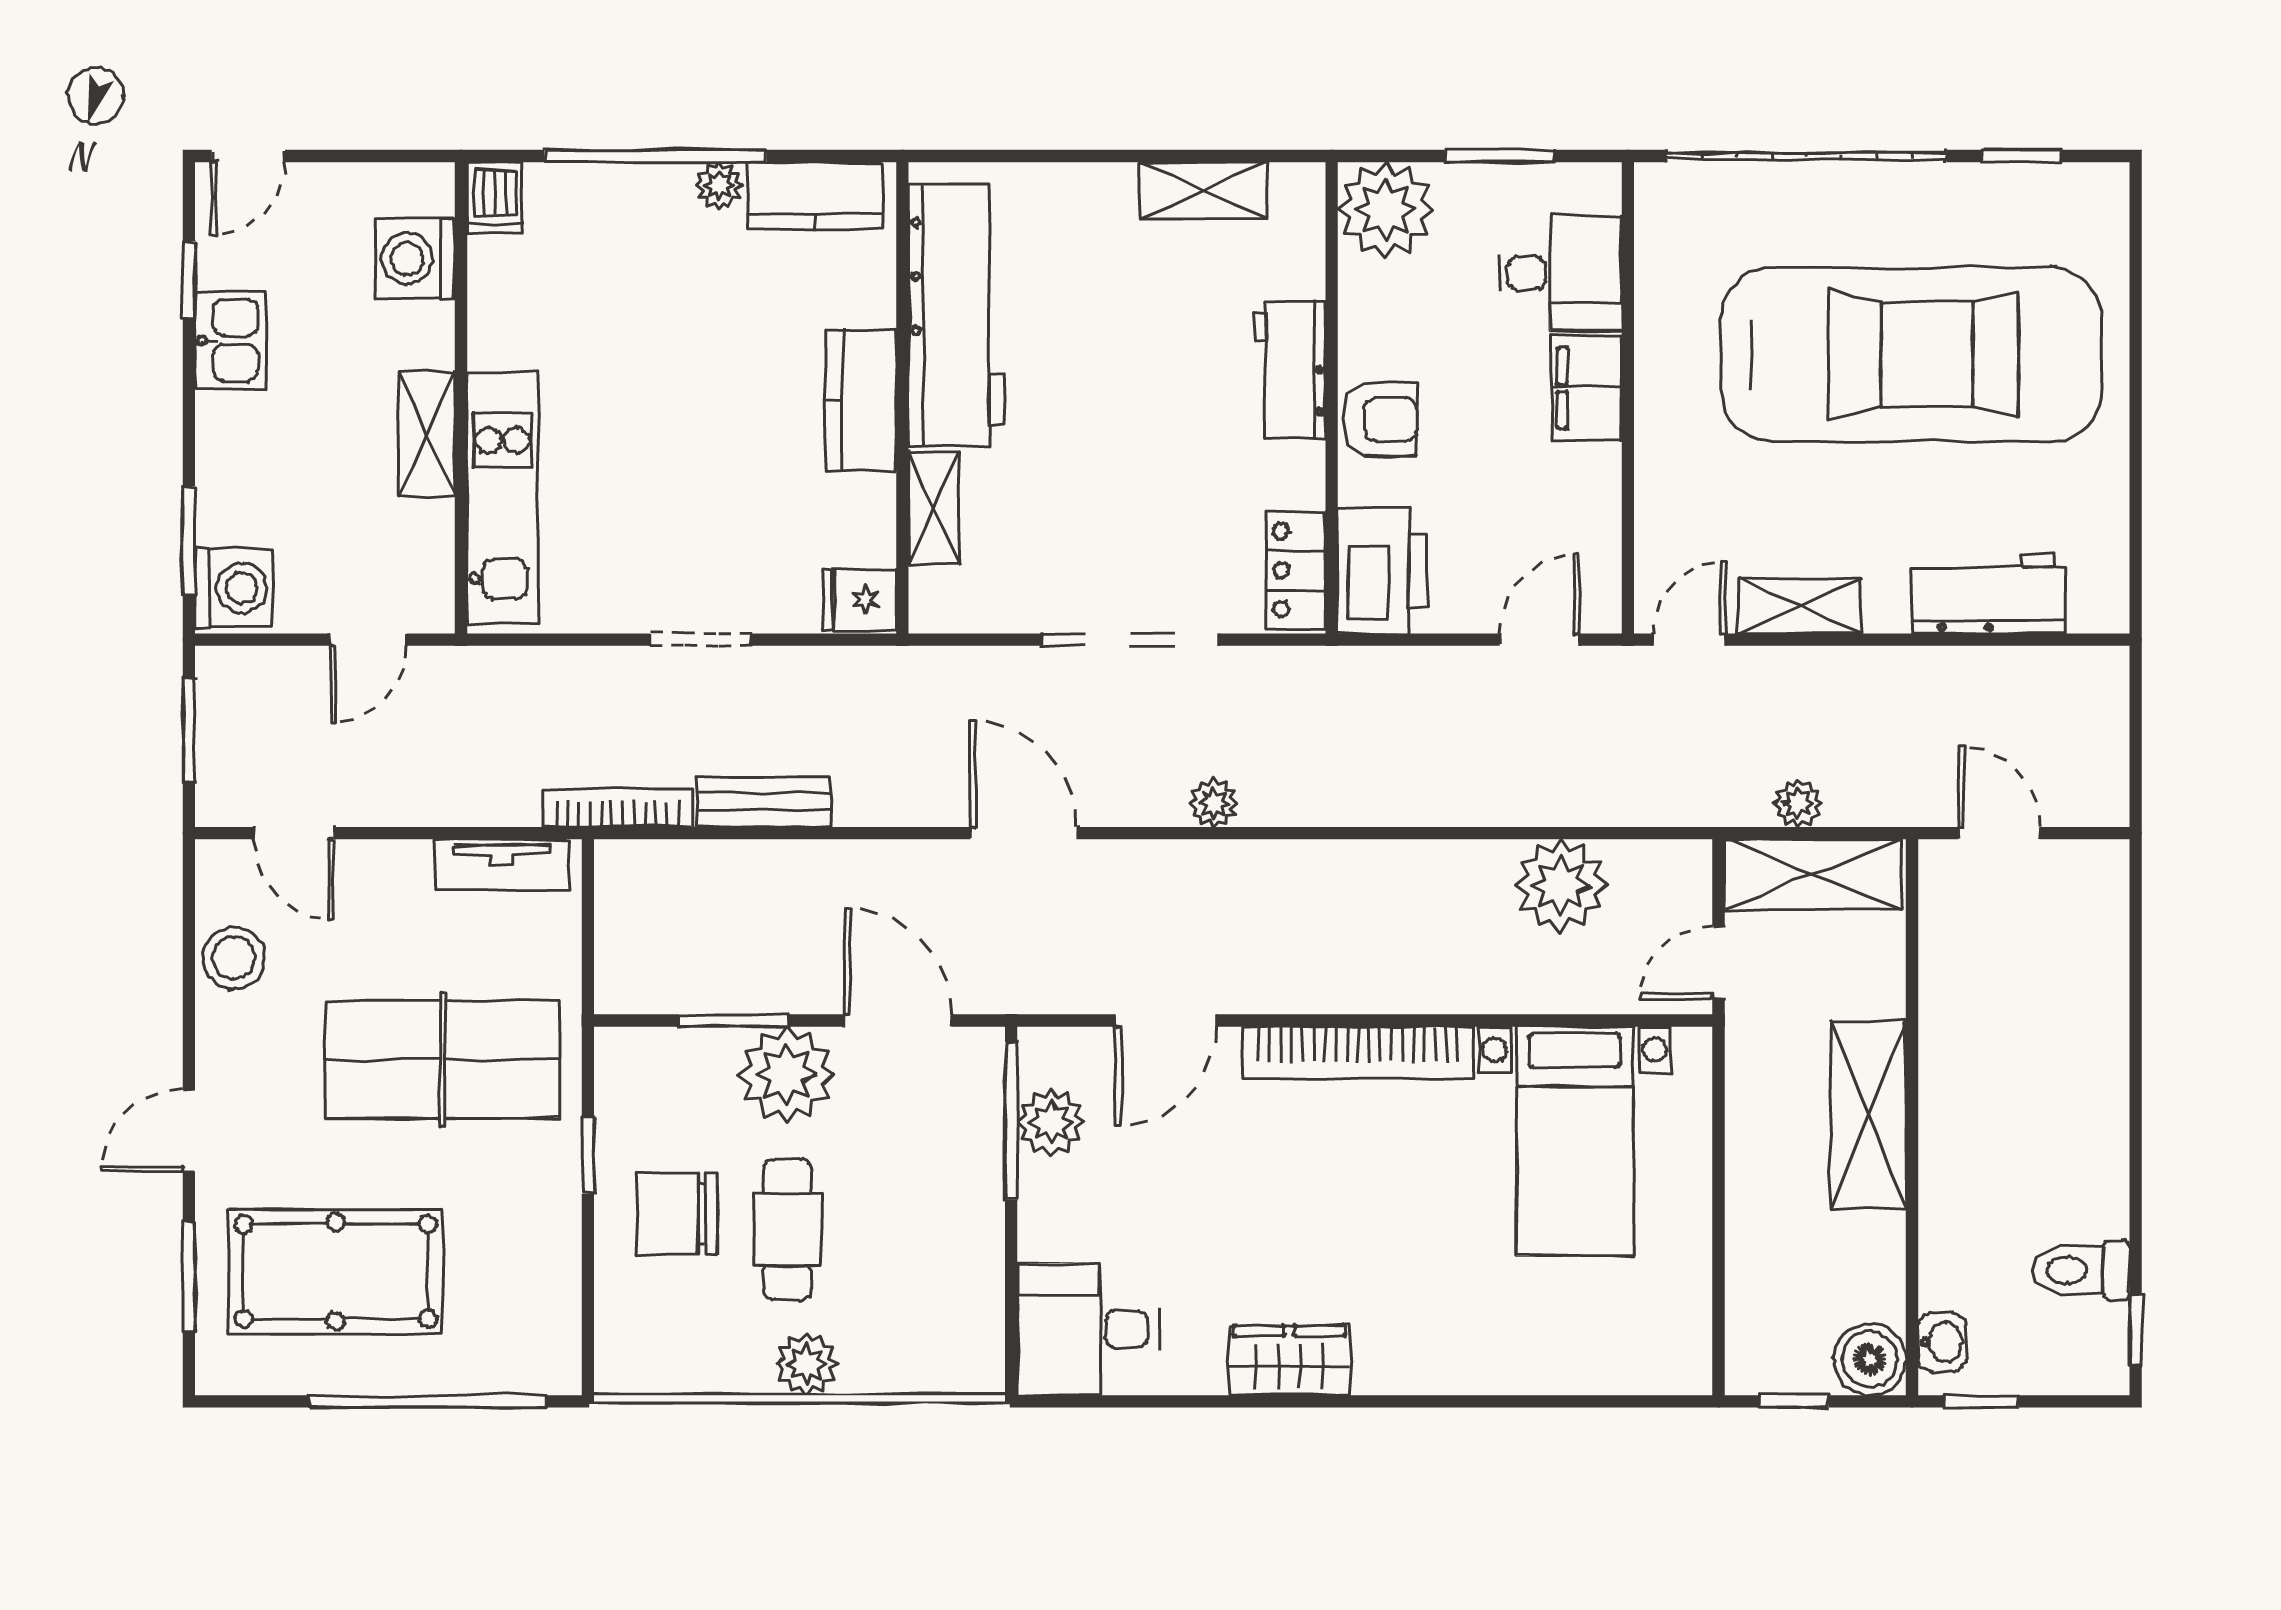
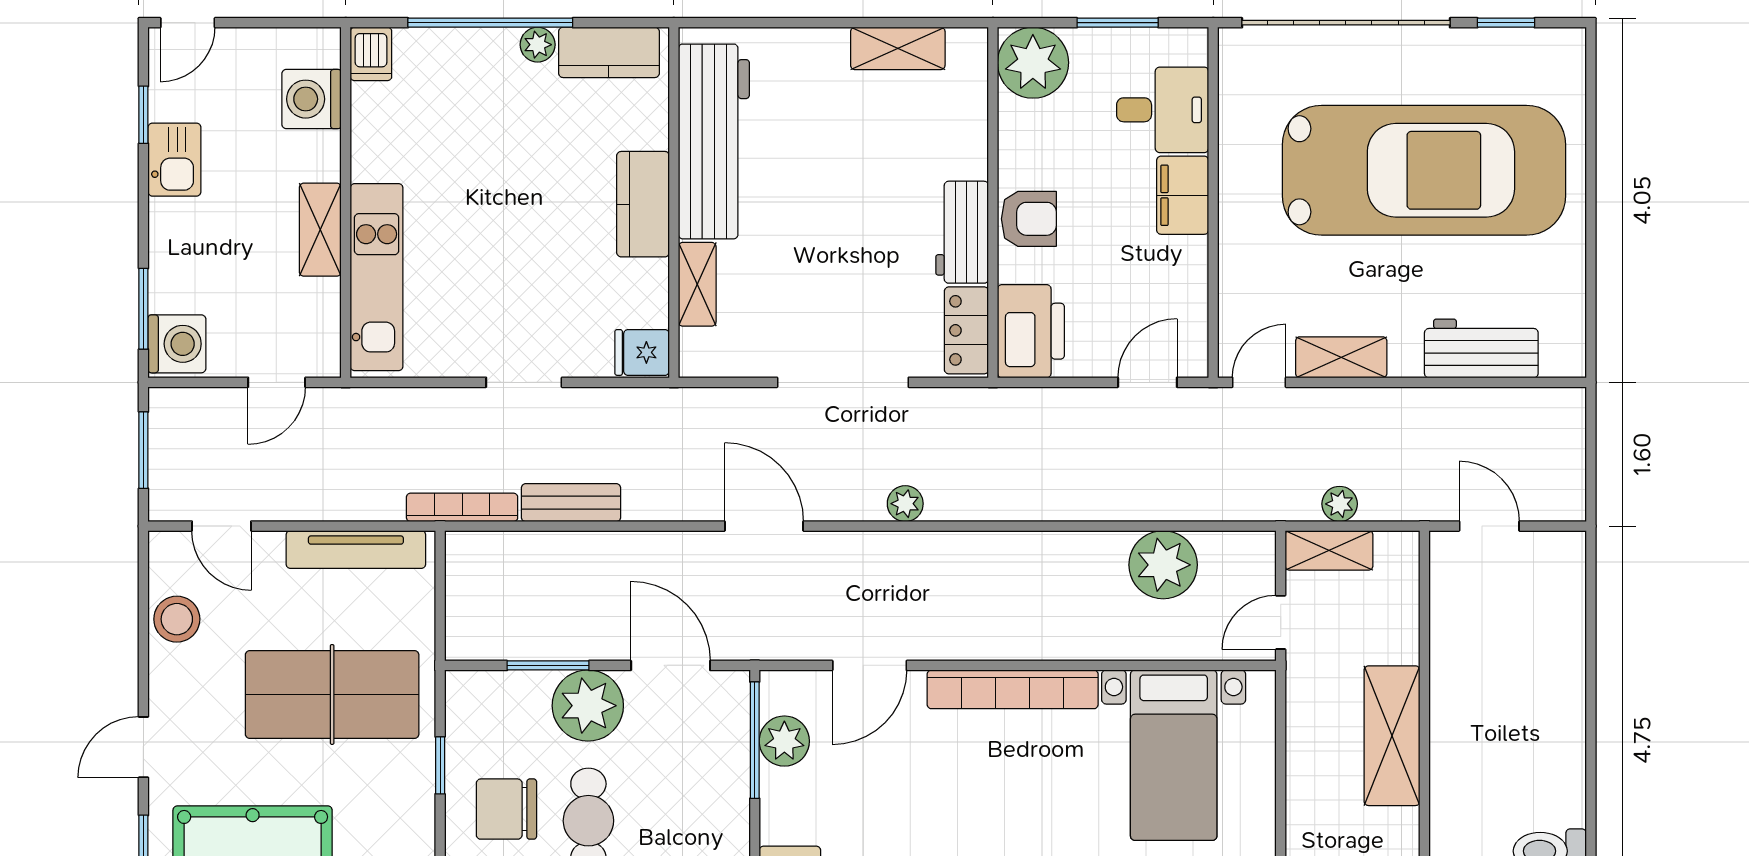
workbench: (1290, 370) -> (962, 232), moved
tv unit: (502, 865) -> (356, 550), width x1.41
shelving: (1813, 875) -> (1329, 550), width x0.67, depth x0.75

